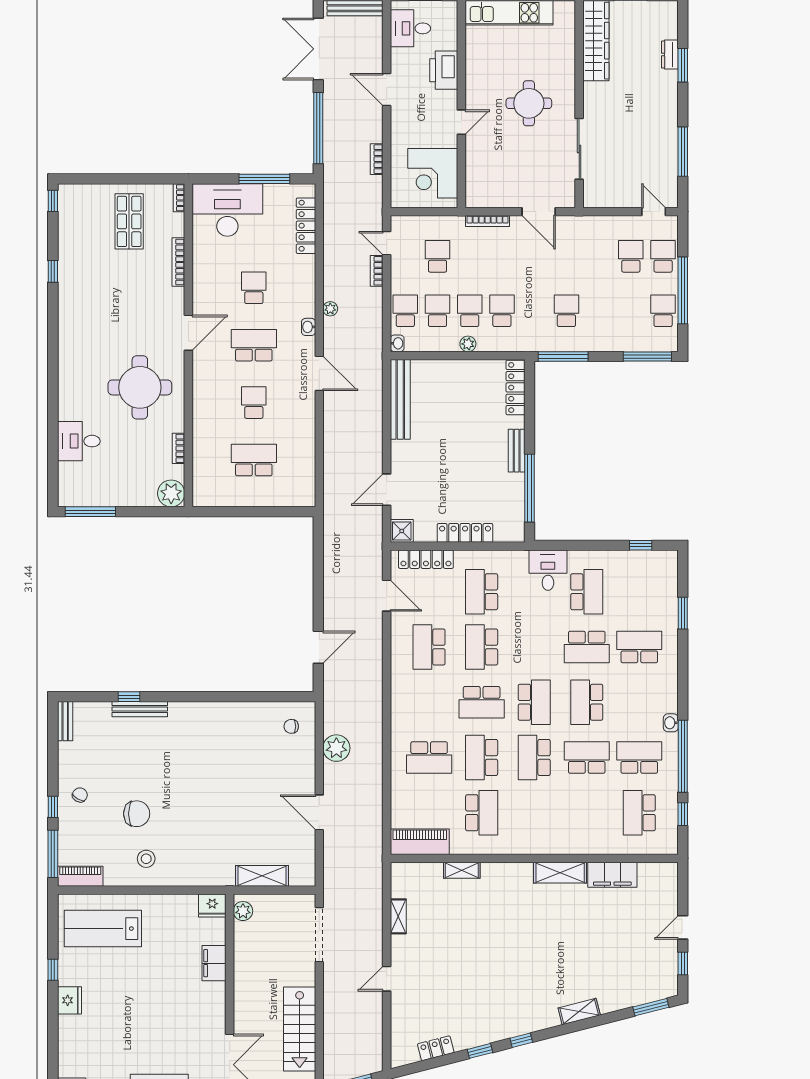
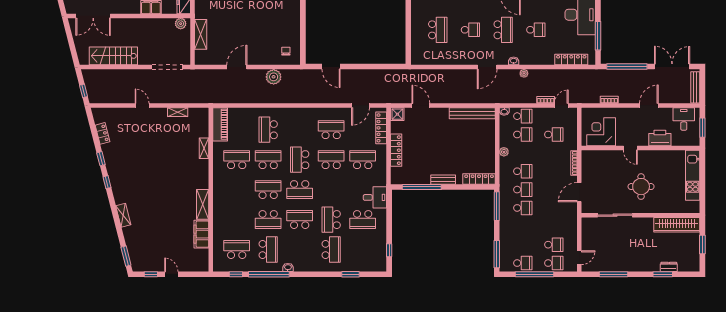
school desk: (470, 311) -> (523, 190), moved
school desk: (587, 757) -> (268, 220), turned 90
school desk: (482, 813) -> (237, 160), turned 180

